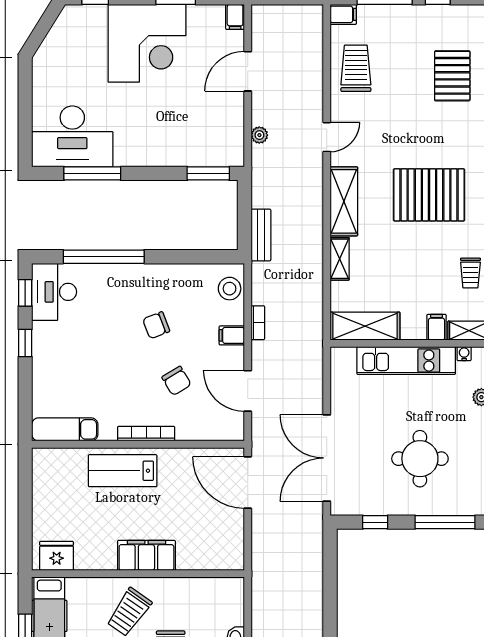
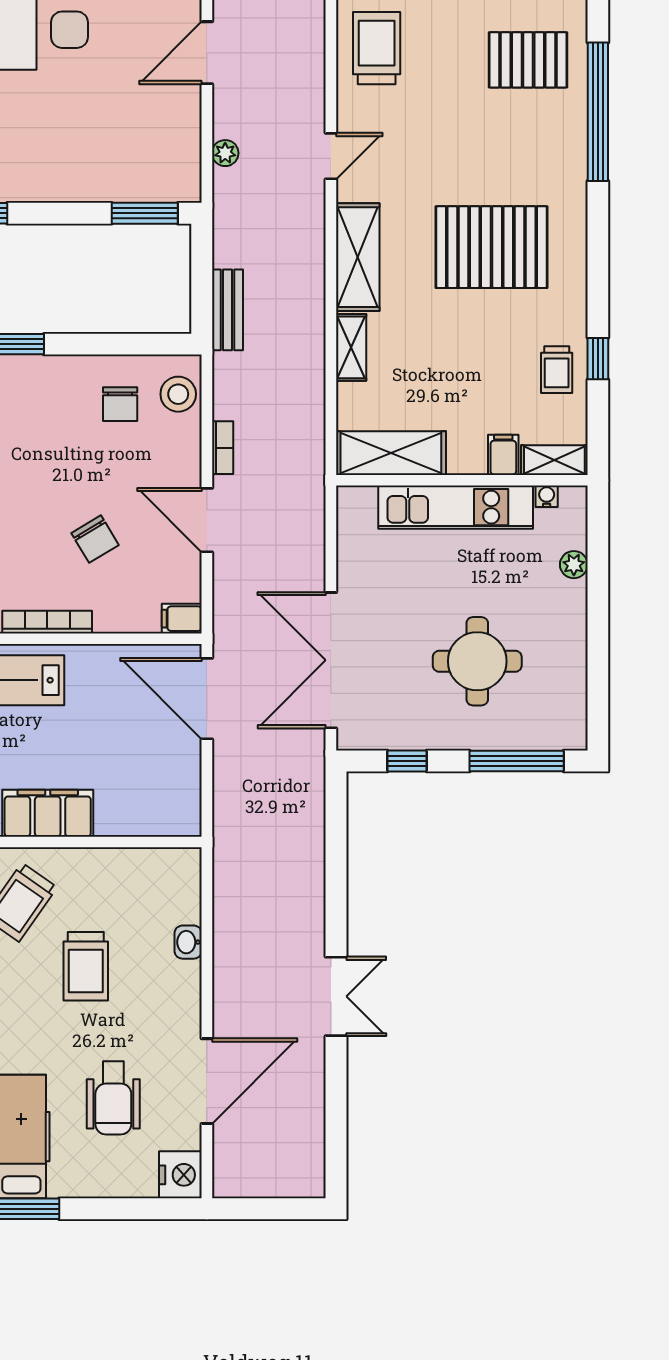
pallet: (452, 76) -> (528, 60), turned 90
chair: (156, 325) -> (120, 404), moved, turned -69
filing cabinet: (232, 335) -> (182, 619), moved
door: (248, 391) -> (207, 520), moved

